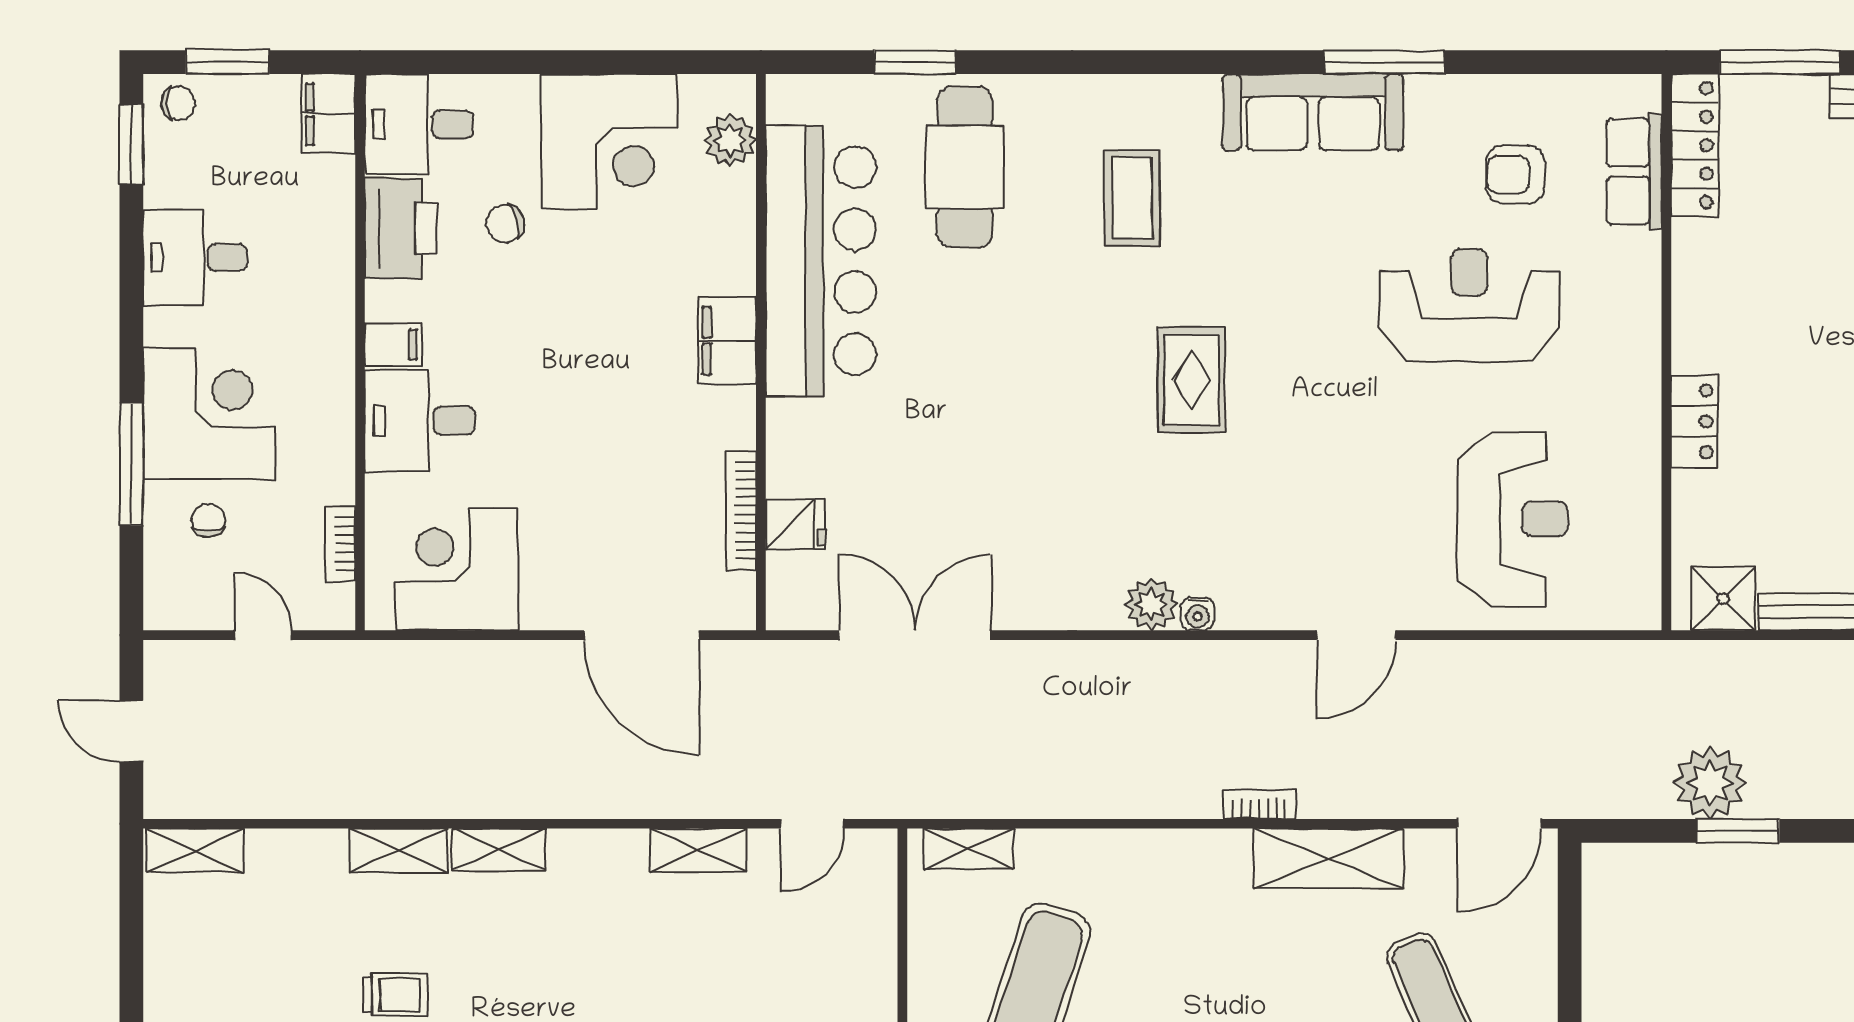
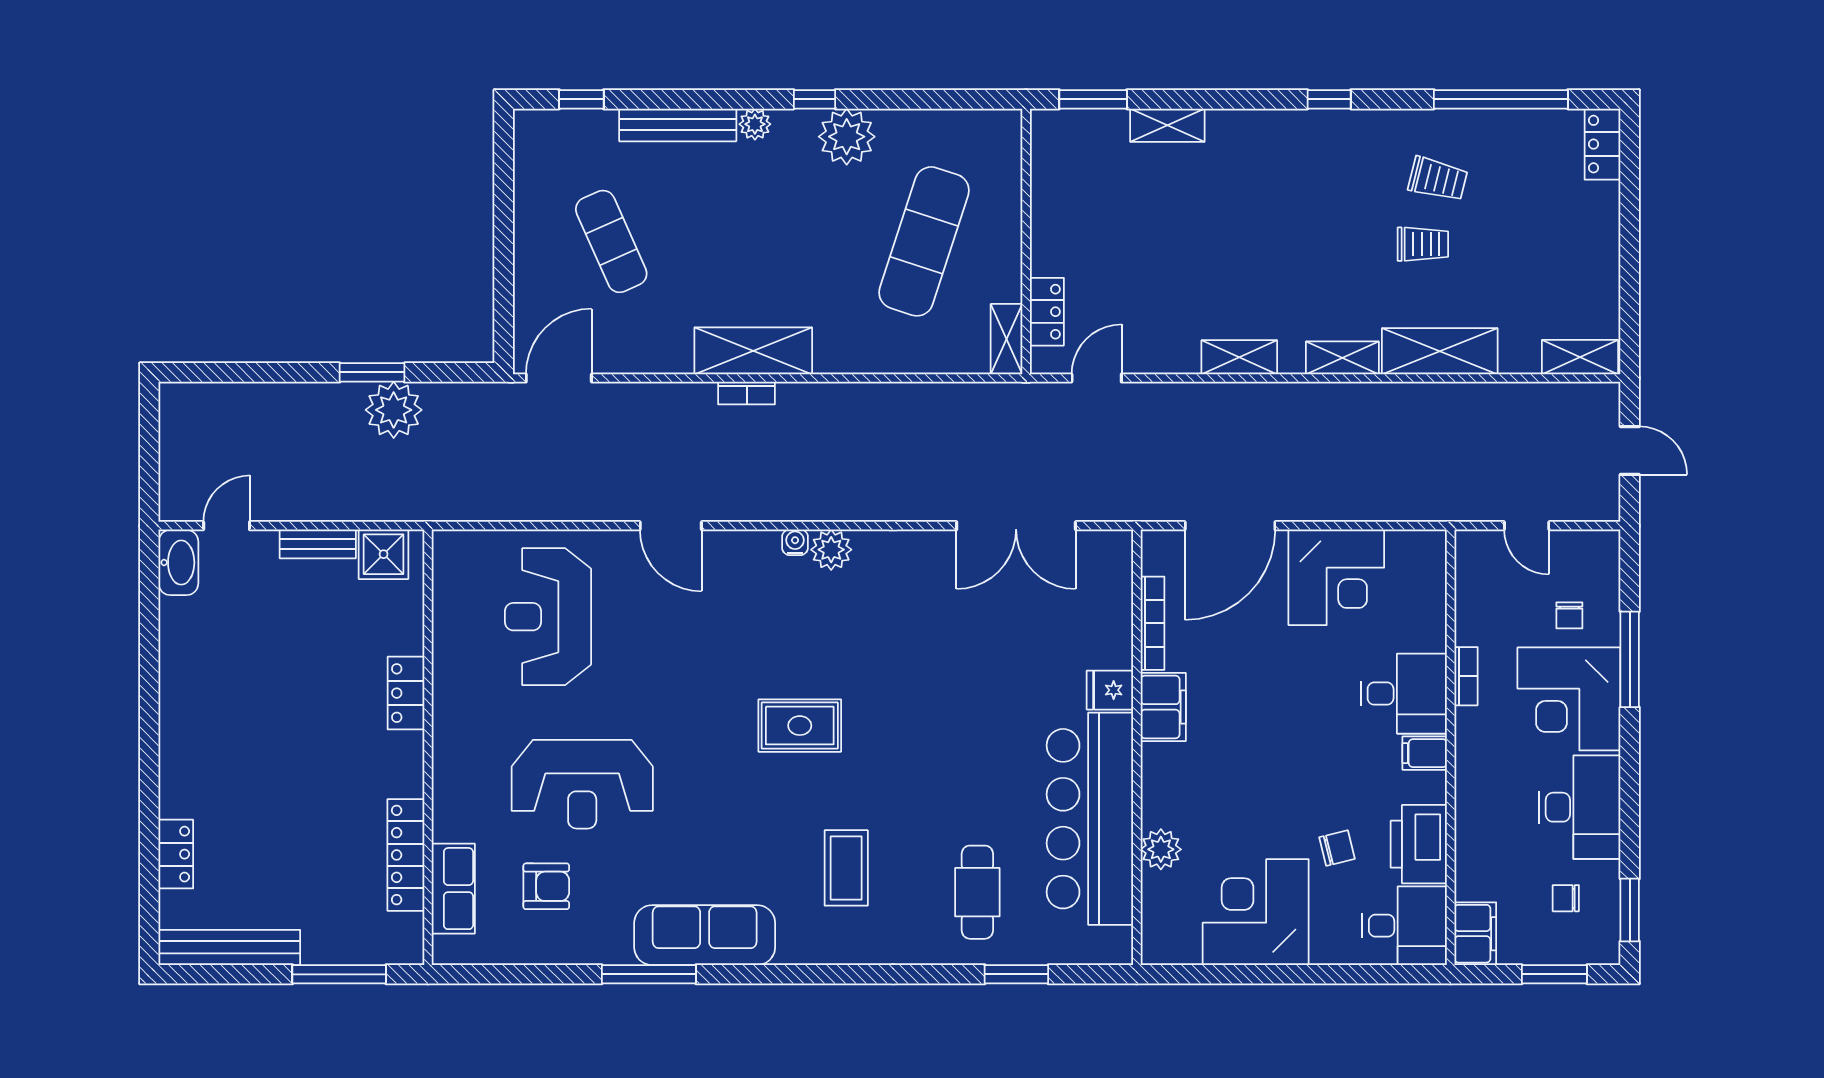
chair: (178, 103) -> (1566, 898), moved
plant: (730, 140) -> (1161, 849), moved
locker: (1695, 145) -> (406, 855), moved
cafe table: (965, 167) -> (977, 892), width x0.73, depth x0.74
desk: (195, 258) -> (1580, 807), width x1.37
filing cabinet: (727, 341) -> (1163, 707), moved
rug: (1191, 380) -> (800, 726), turned 90
fridge: (795, 524) -> (1110, 690), moved
bookcase: (340, 544) -> (1466, 676), moved
corner desk: (457, 569) -> (1336, 577), moved
door: (642, 635) -> (1230, 526), swing flipped
door: (1356, 635) -> (671, 526), swing flipped
shelving: (969, 849) -> (1007, 339), moved, turned 90
shelving: (698, 850) -> (1239, 357), moved
shelving: (399, 851) -> (1440, 351), width x1.50, depth x1.33
shelving: (1328, 858) -> (753, 351), moved
locker: (876, 908) -> (1047, 312), added
trolley: (395, 995) -> (1423, 244), turned 180

